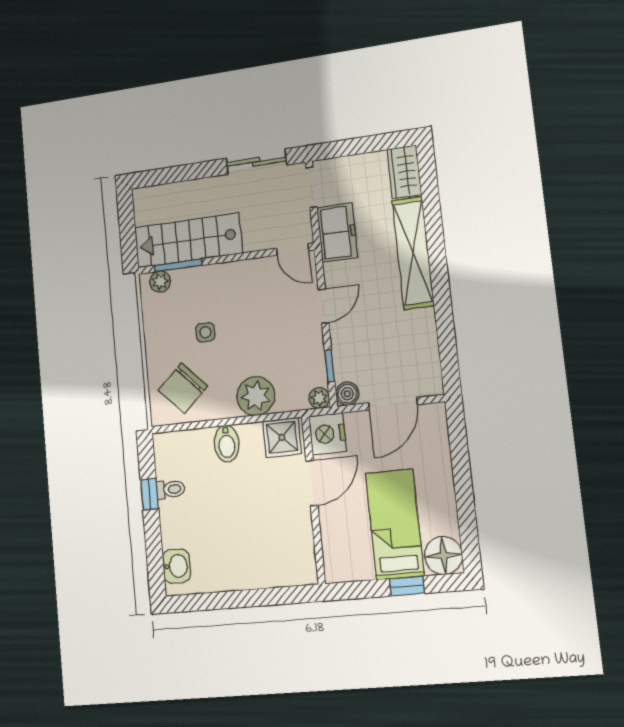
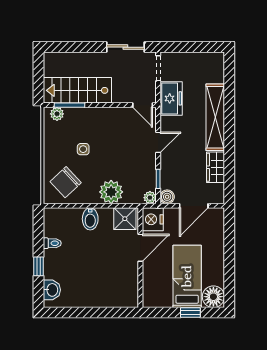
wardrobe: (404, 172) -> (215, 167), moved
window: (149, 494) -> (38, 266), moved

